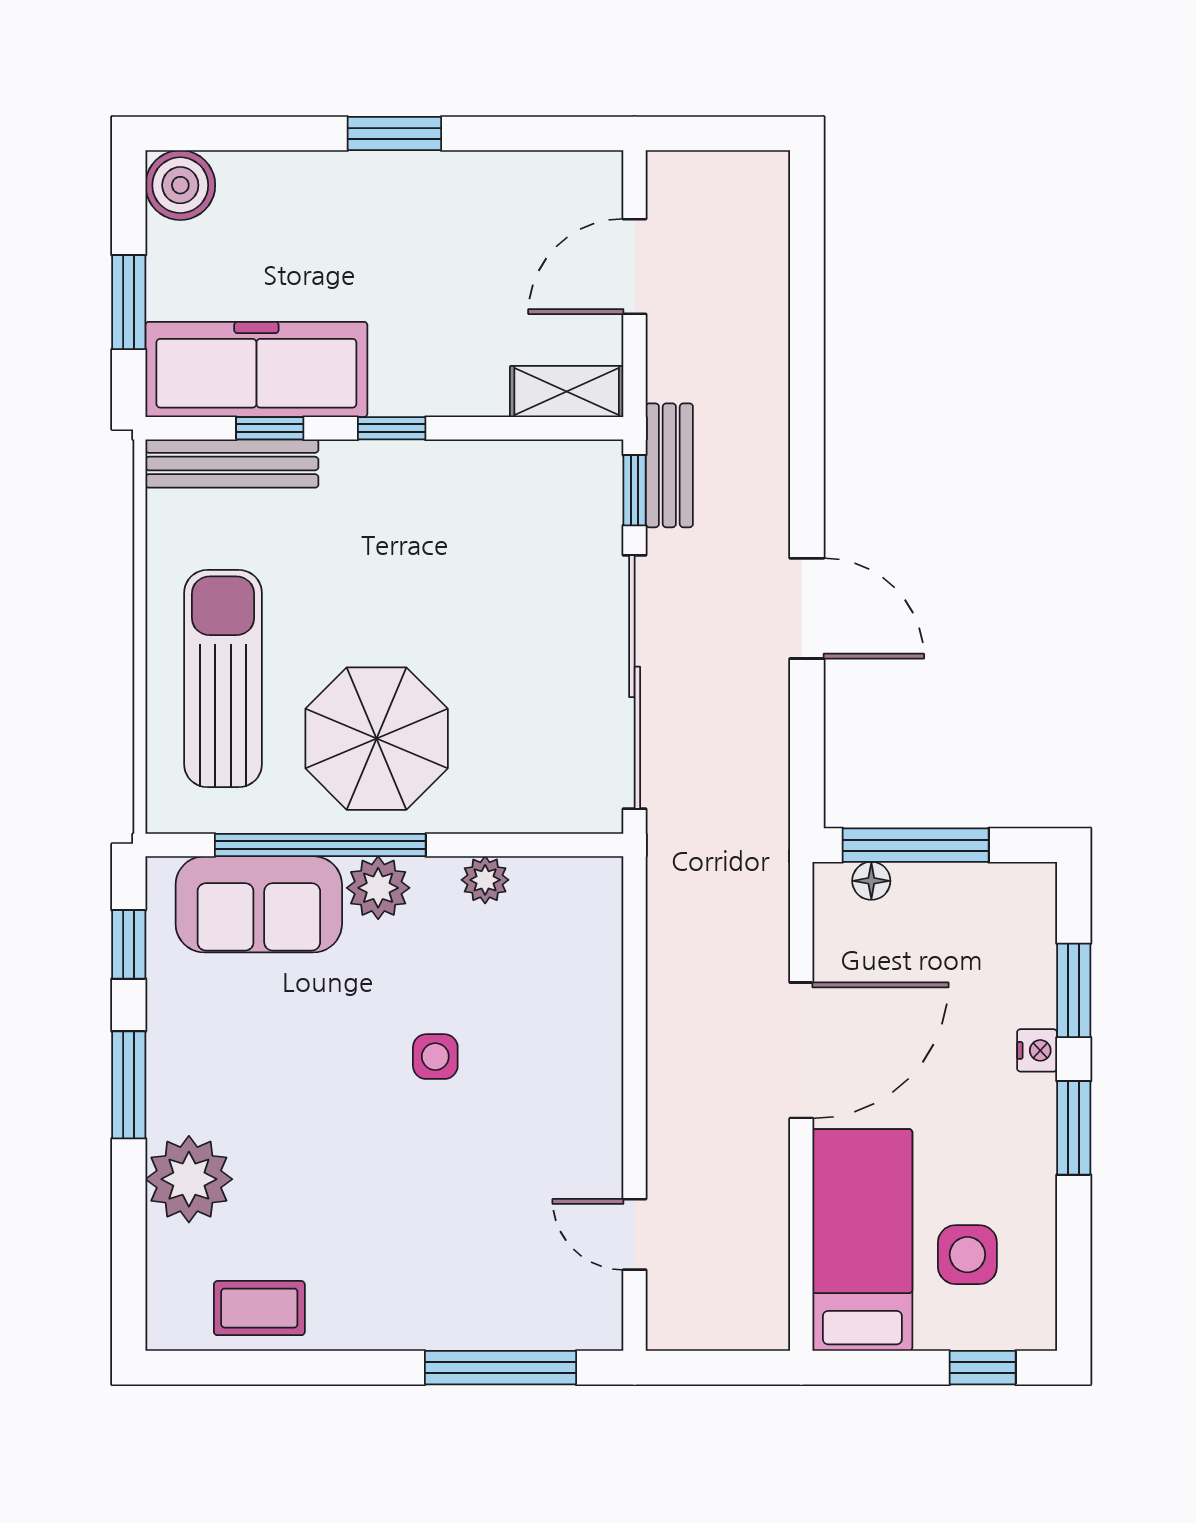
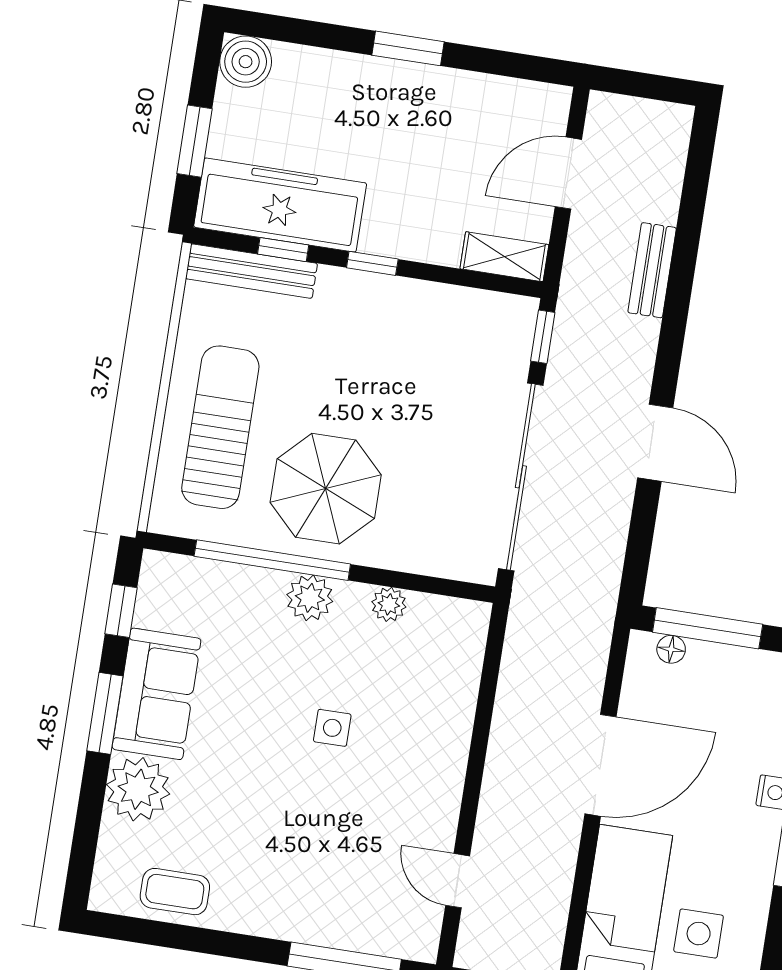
bench: (669, 465) -> (652, 270), moved
sofa: (259, 904) -> (157, 694), moved, turned -90

